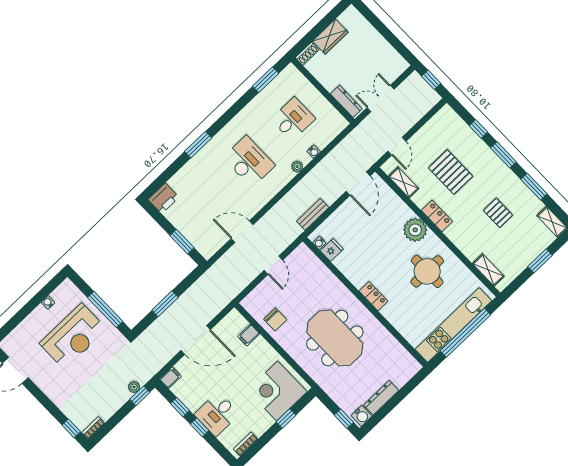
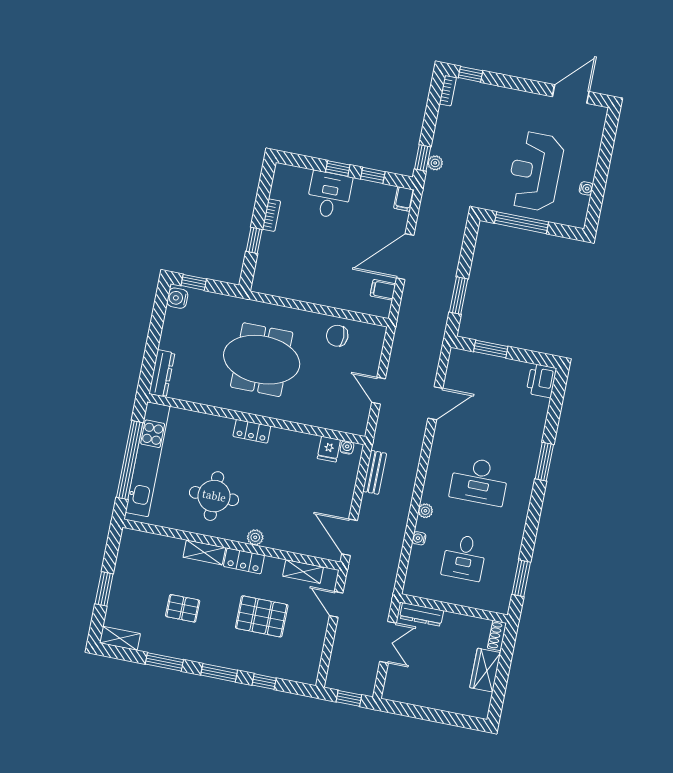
plant: (415, 230) -> (255, 537), width x0.53, depth x0.53
shelving: (488, 270) -> (204, 552), moved
window: (165, 304) -> (459, 296), moved
filing cabinet: (249, 335) -> (383, 290), moved, turned -90
corner desk: (277, 391) -> (283, 263), removed
dresser: (381, 398) -> (162, 373), moved
bookcase: (246, 444) -> (271, 215), moved

